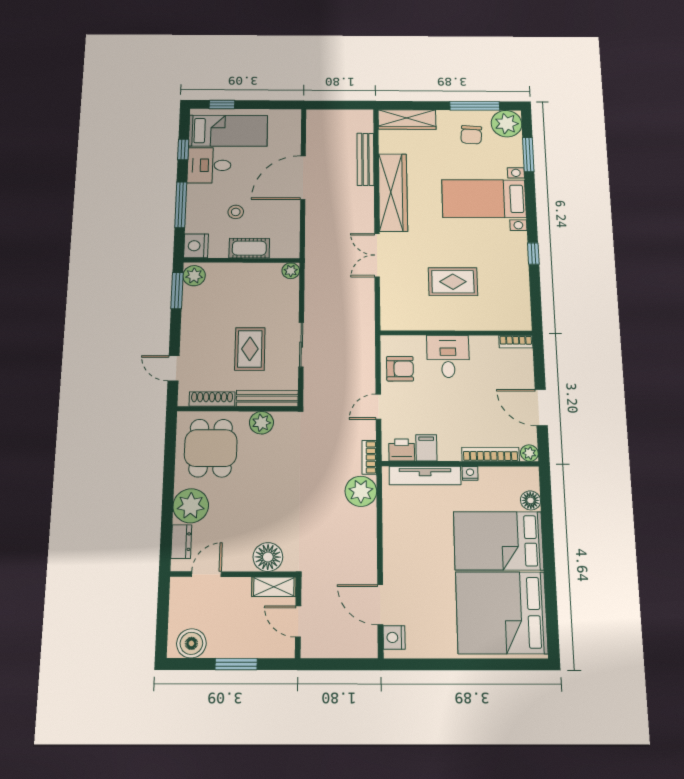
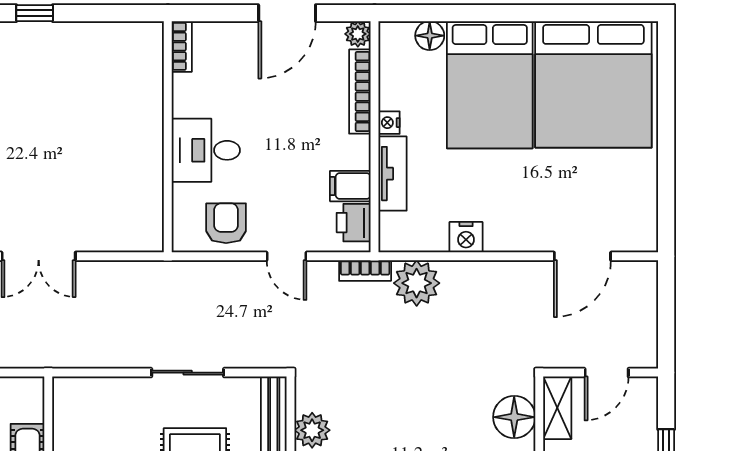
plant: (291, 271) -> (66, 390), removed
rug: (453, 282) -> (83, 140), removed
tv unit: (425, 476) -> (393, 174), width x0.71
nightstand: (394, 637) -> (466, 237), moved

